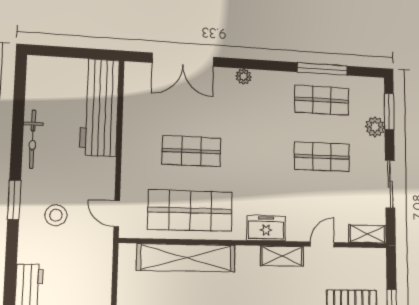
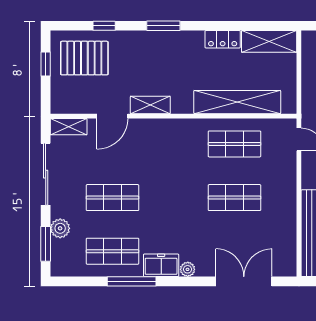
window: (322, 69) -> (132, 281), moved
sliding door: (390, 184) -> (46, 174), width x1.37
shop shelf: (190, 211) -> (234, 144), width x0.70, depth x0.74
freezer: (266, 228) -> (161, 265), moved, turned 180
door: (322, 244) -> (112, 116), width x1.38

